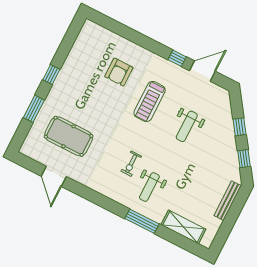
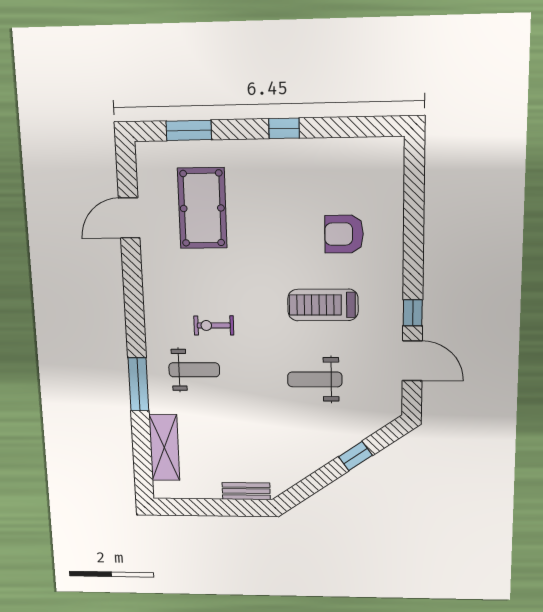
window: (34, 109) -> (189, 130), moved
window: (244, 159) -> (311, 485), removed
weight bench: (149, 187) -> (194, 370), turned 180
bench: (228, 201) -> (246, 491), width x0.73

